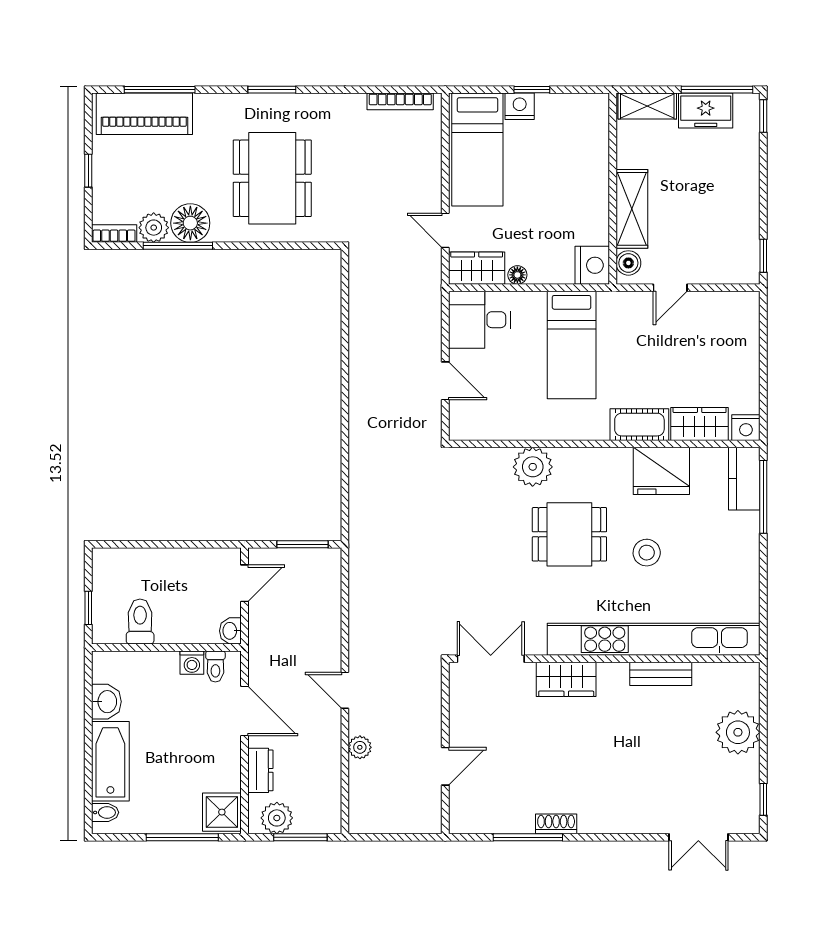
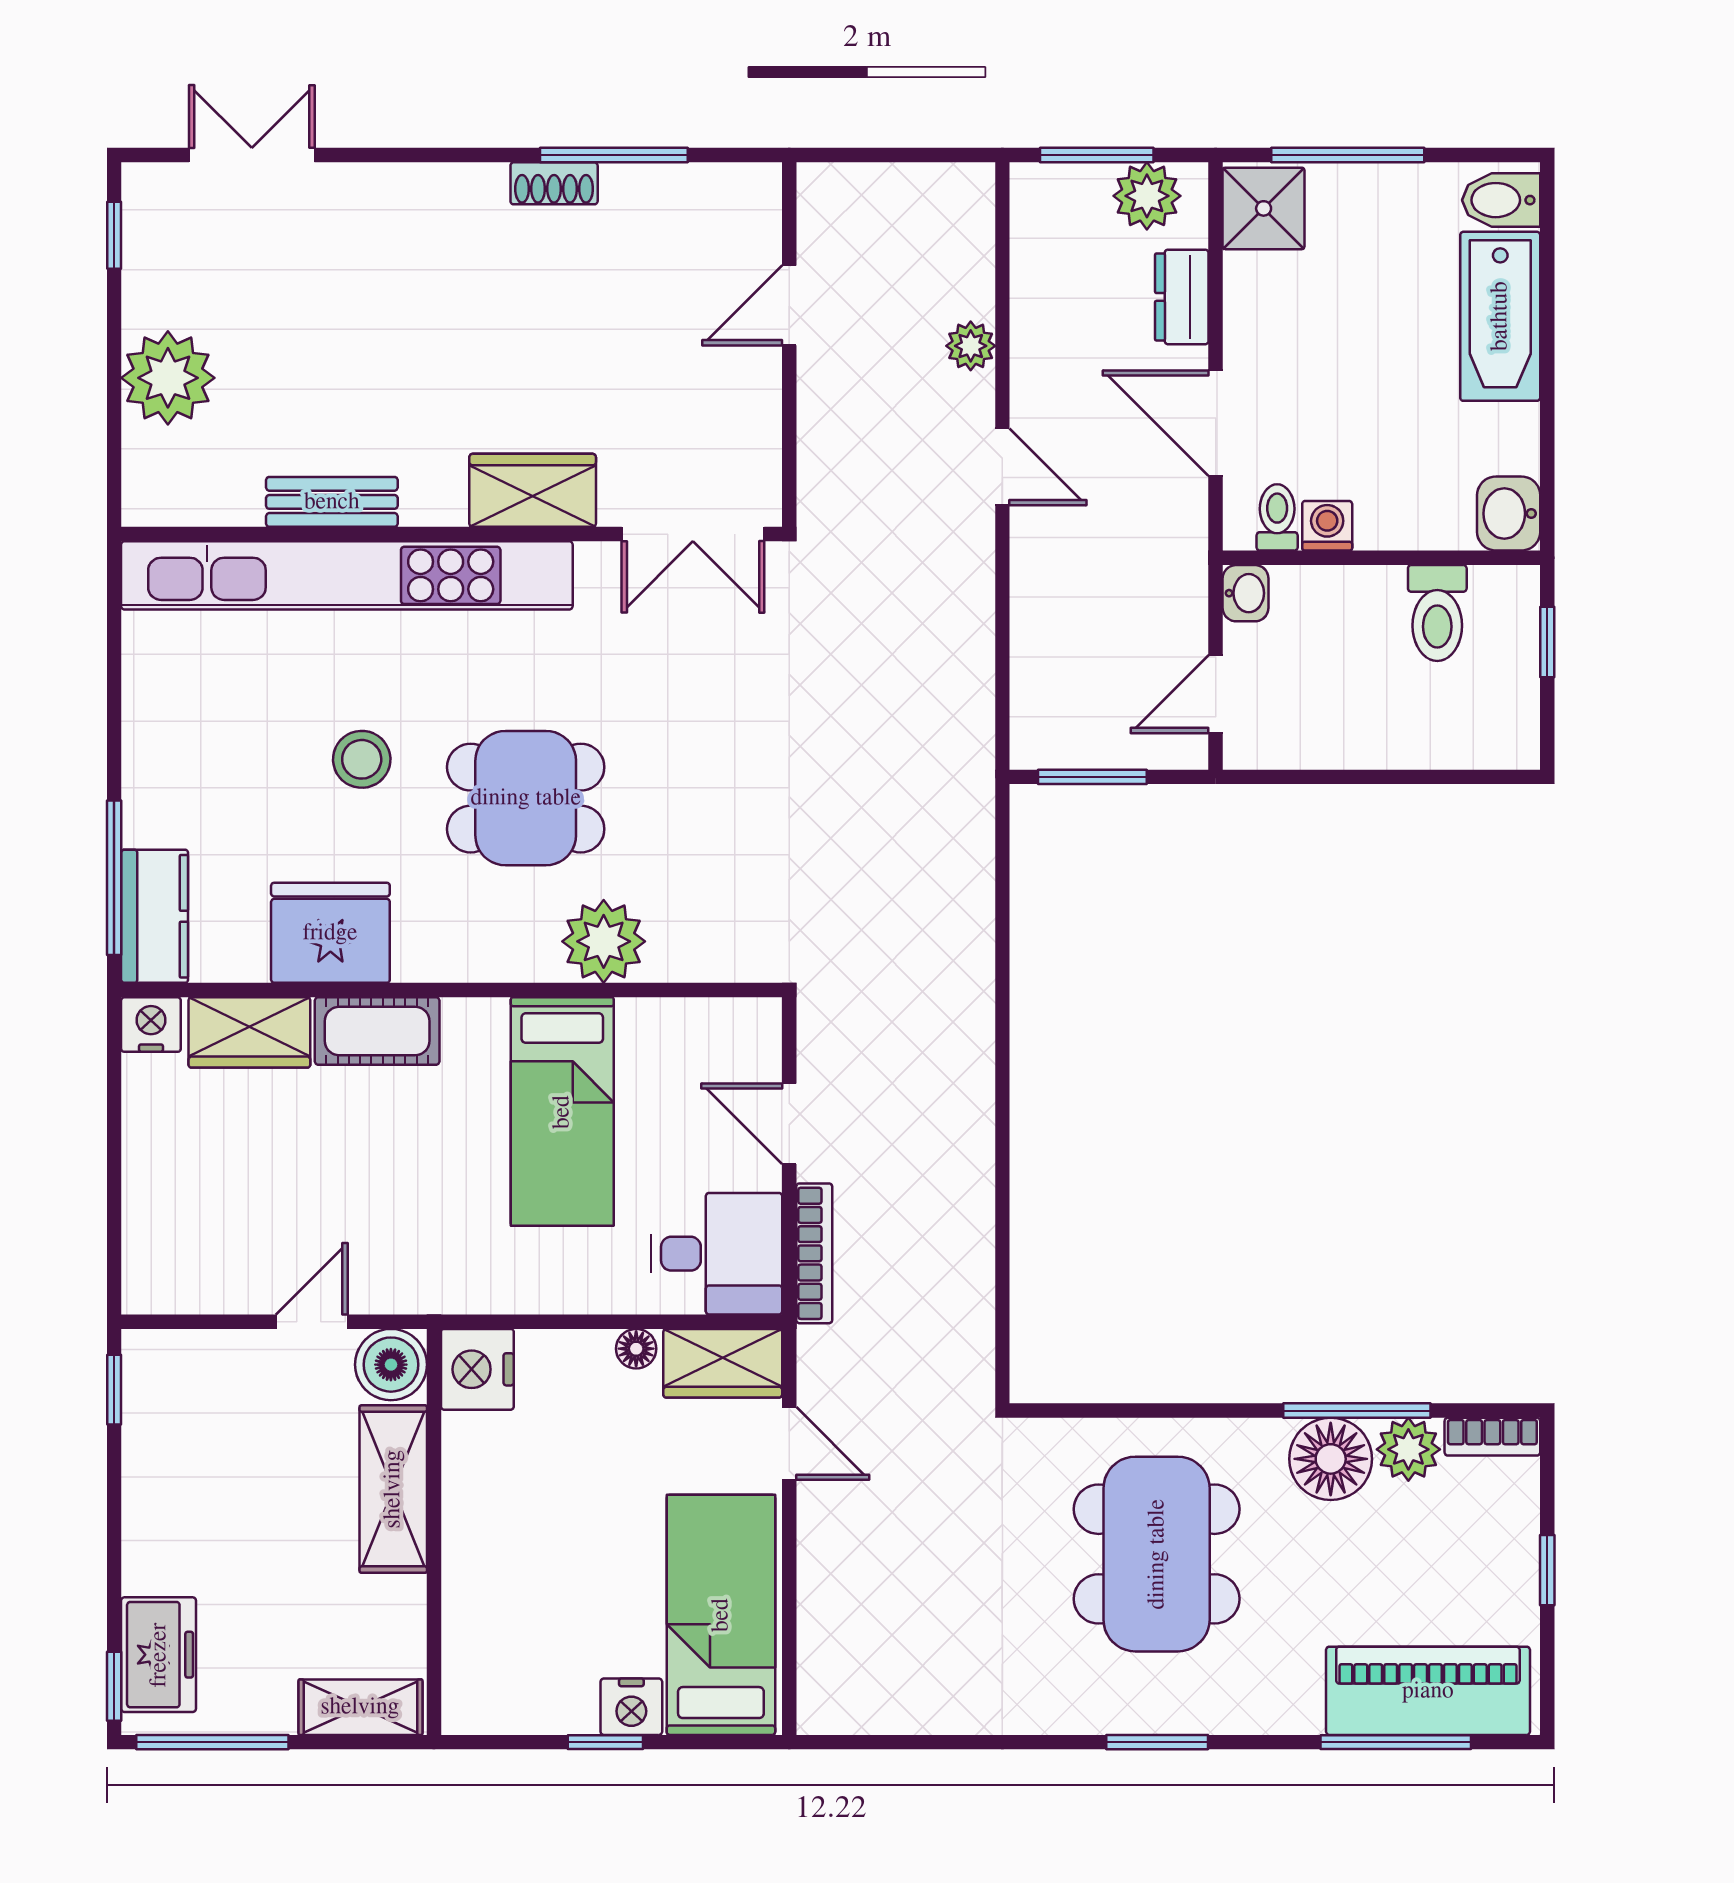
bookcase: (400, 101) -> (814, 1253), moved, turned 90
freezer: (706, 111) -> (159, 1655), moved, turned 90
boiler: (628, 263) -> (391, 1365), width x1.36, depth x1.36
bed: (572, 345) -> (562, 1112), moved, turned 180
washbasin: (106, 702) -> (1509, 514), moved
bidet: (105, 812) -> (1501, 200), width x1.38, depth x1.36

